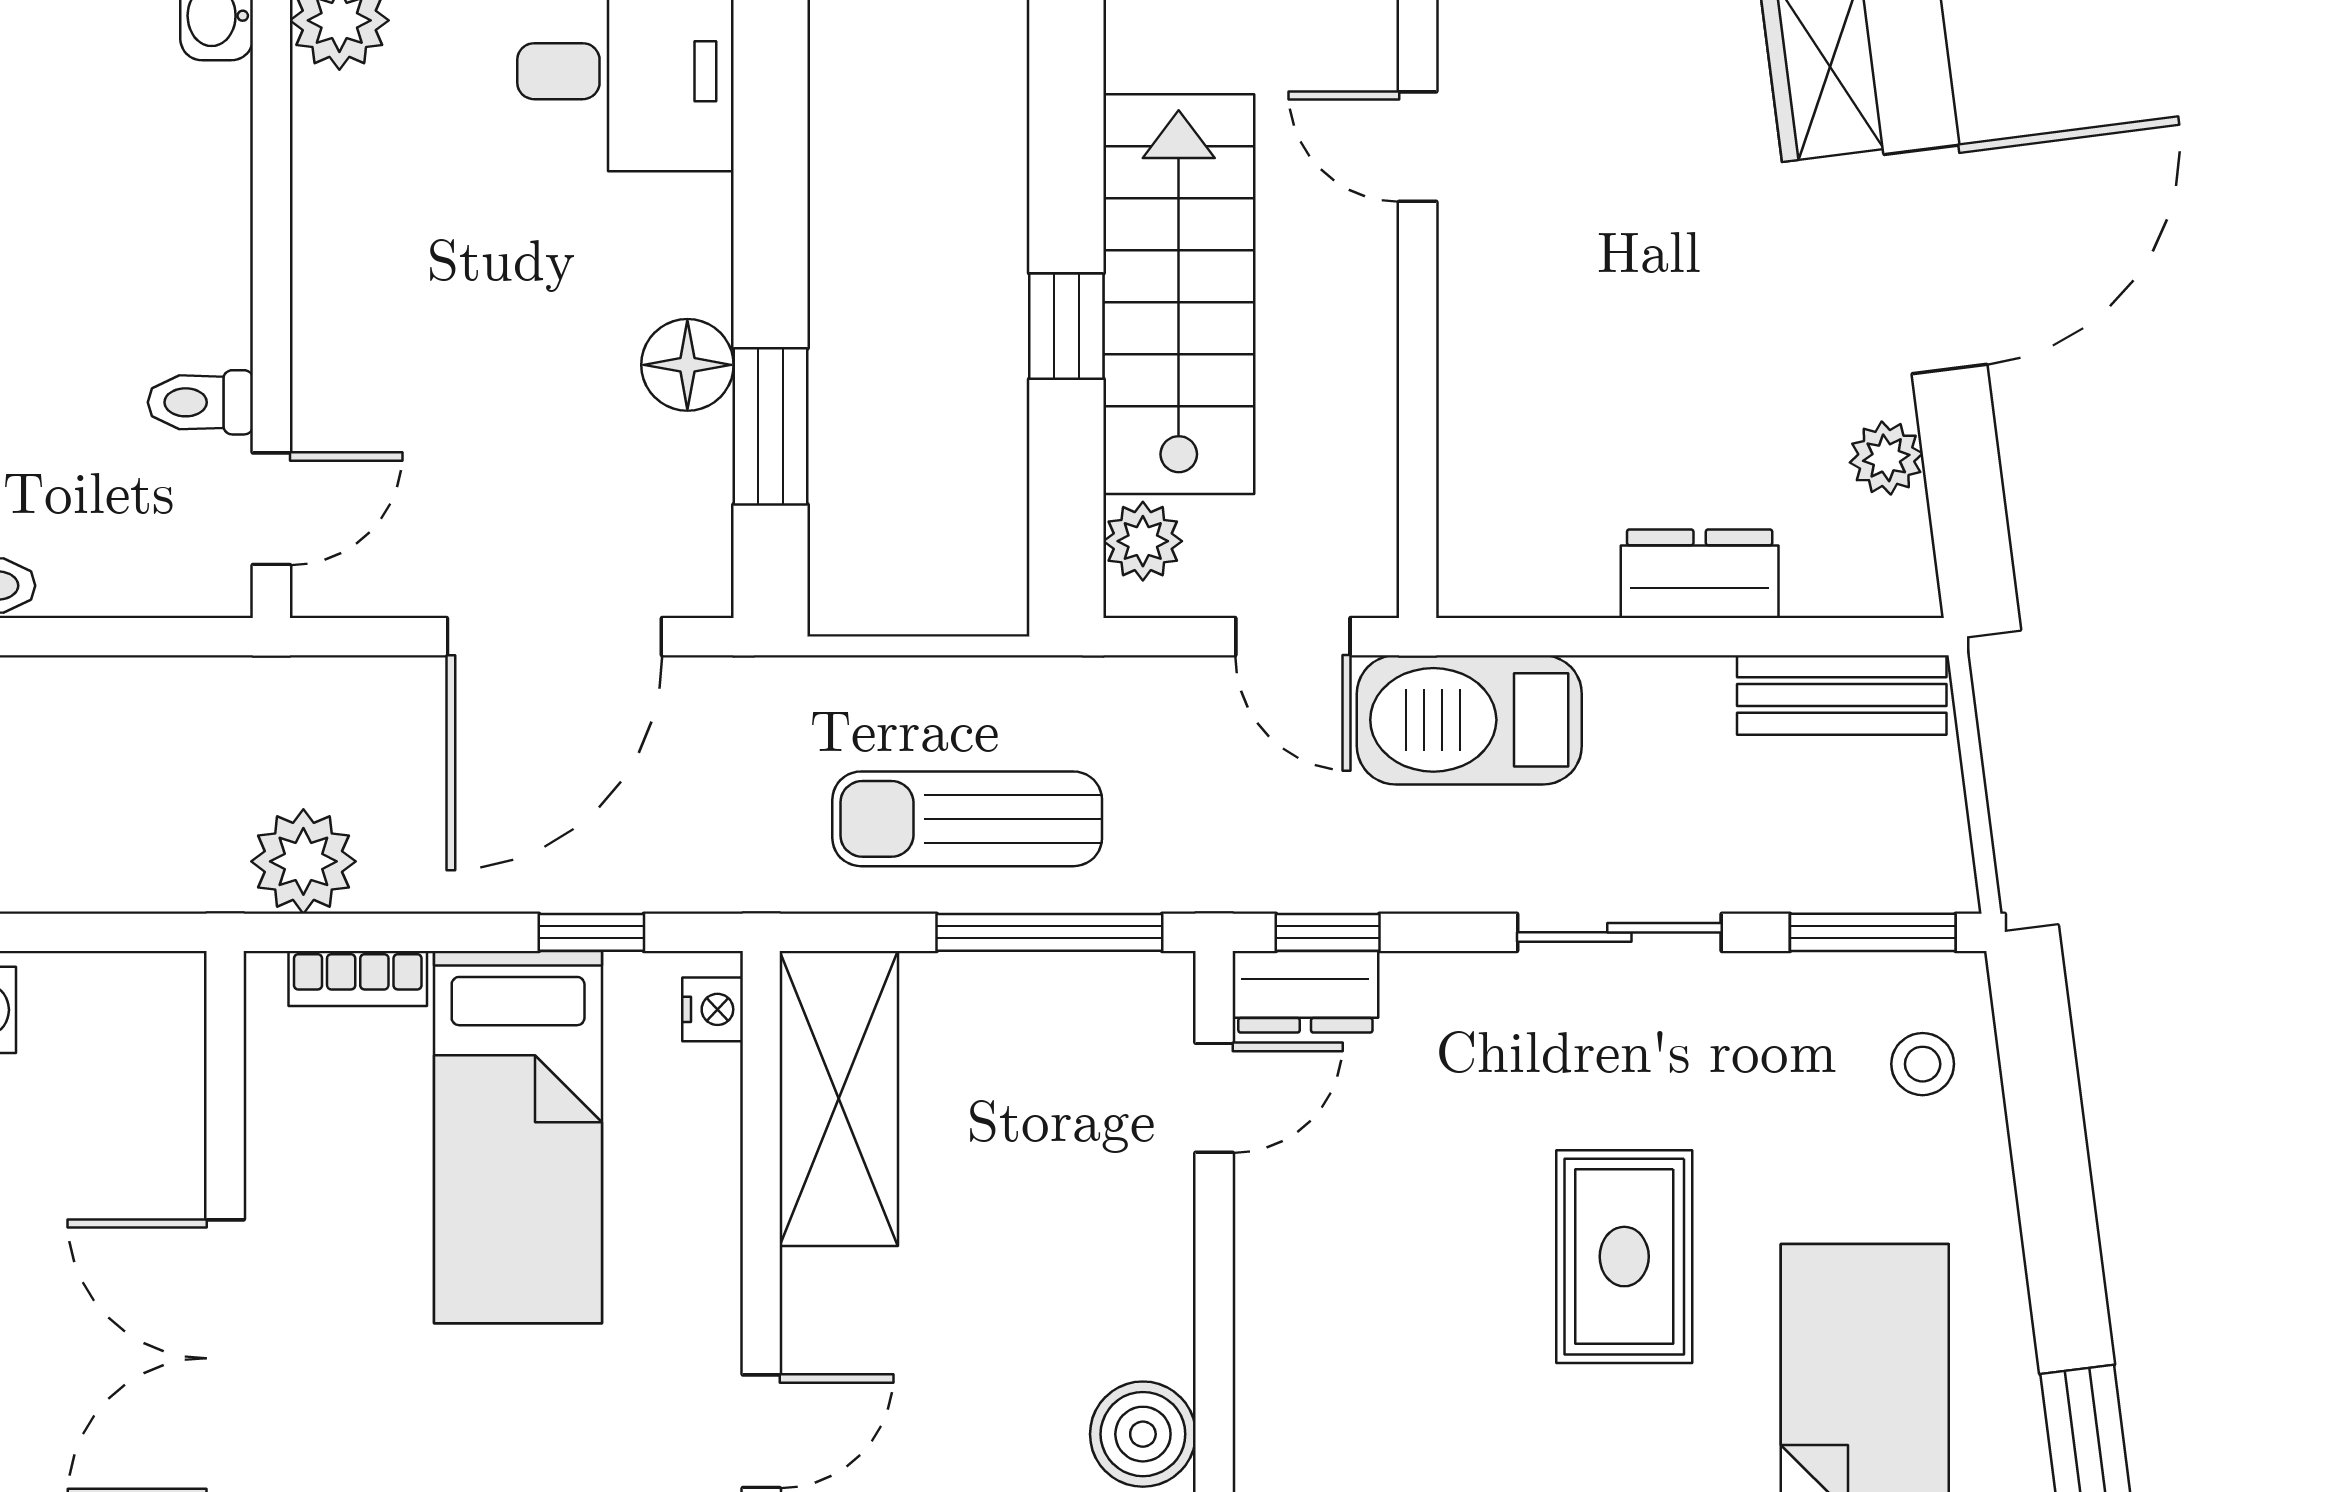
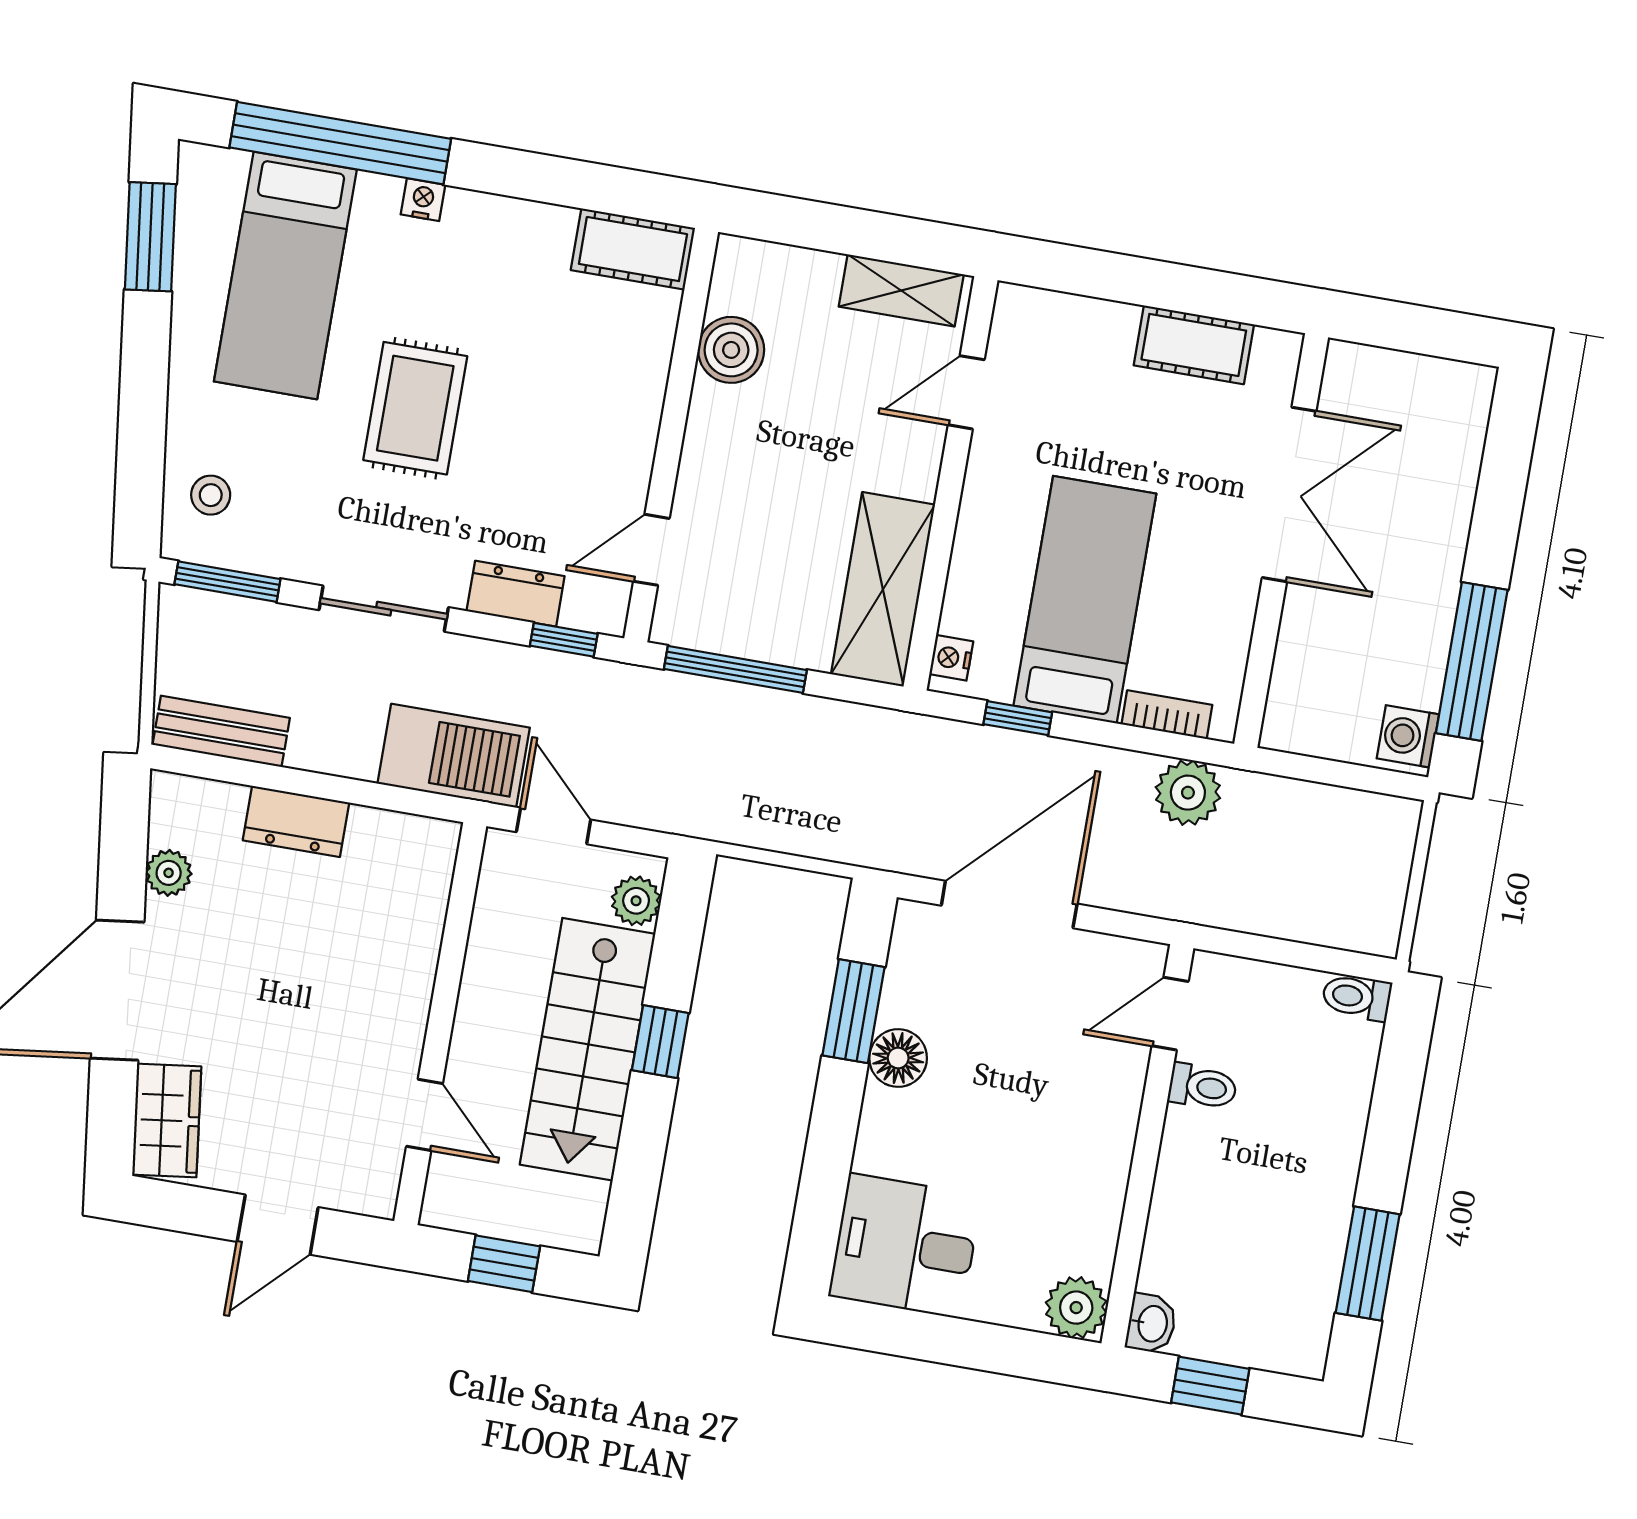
sun lounger: (967, 819) -> (774, 748), removed
dresser: (1305, 992) -> (516, 594), moved

